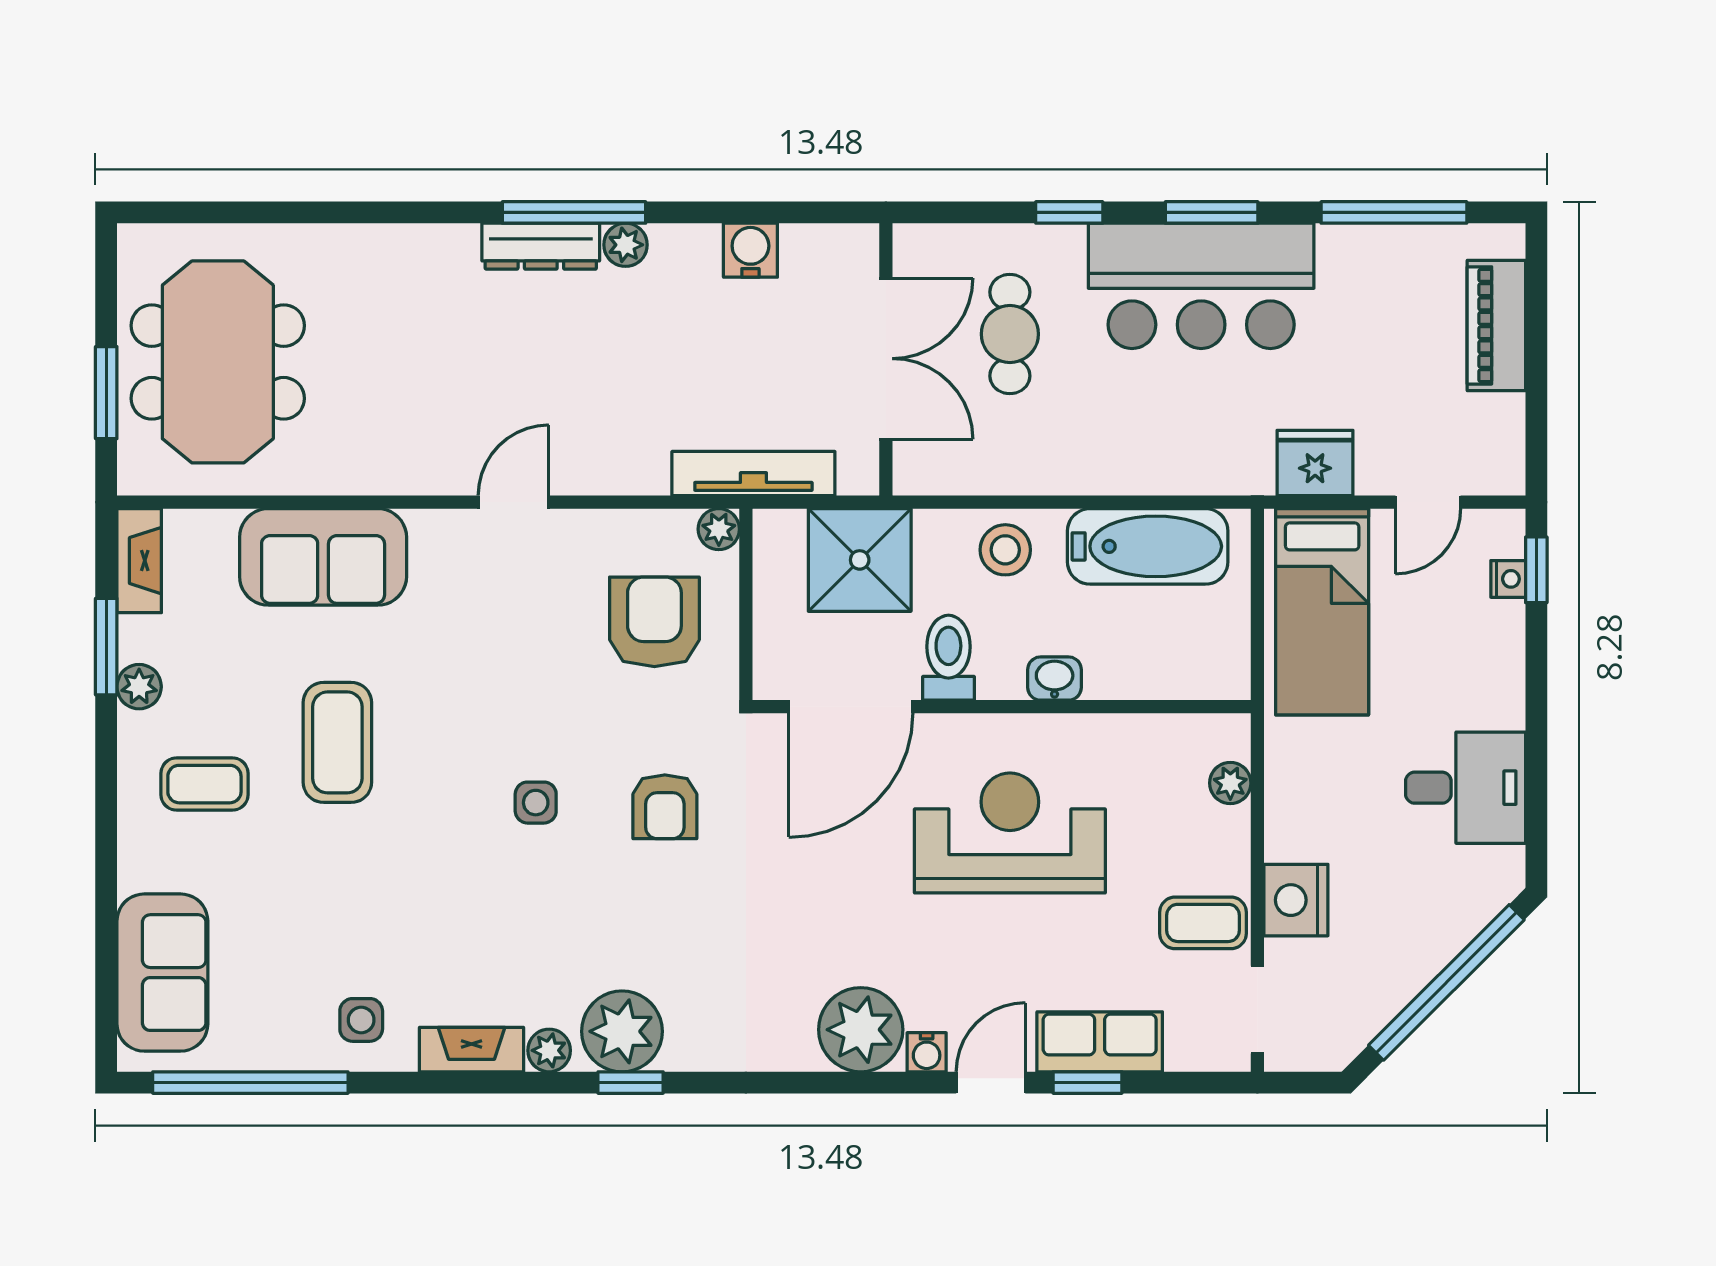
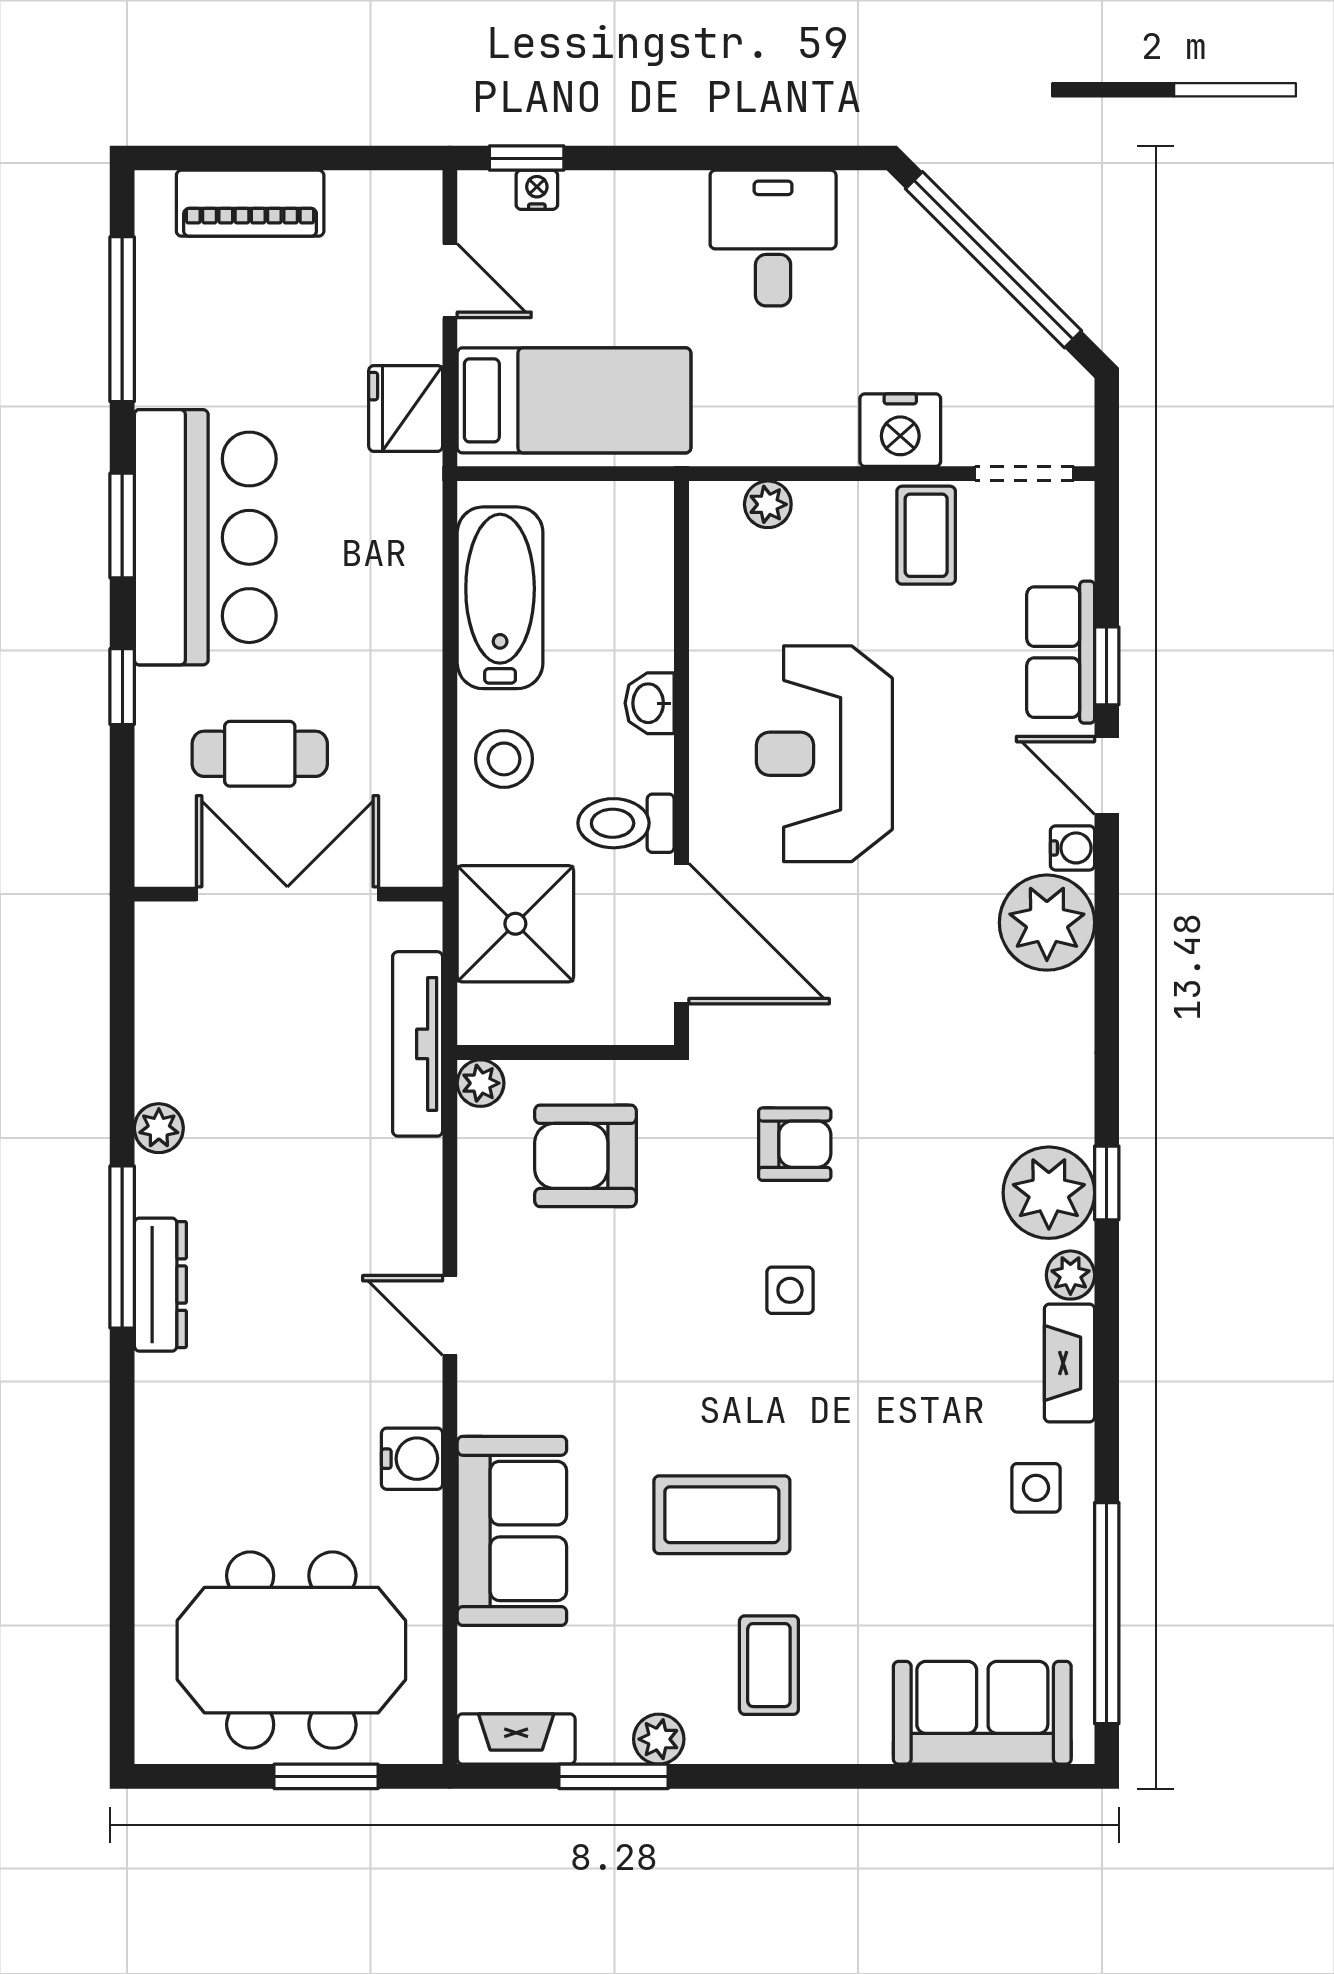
plant: (626, 245) -> (159, 1128), moved
water cooler: (750, 250) -> (412, 1459), moved, turned 180

